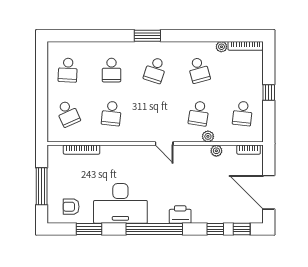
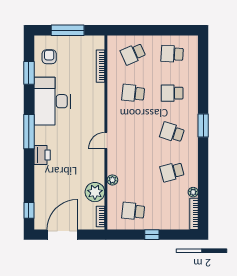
school desk: (199, 113) -> (133, 172), removed
plant: (216, 151) -> (95, 192), width x1.88, depth x1.88
window: (154, 229) -> (29, 132), width x0.68
window: (215, 229) -> (29, 187), removed

